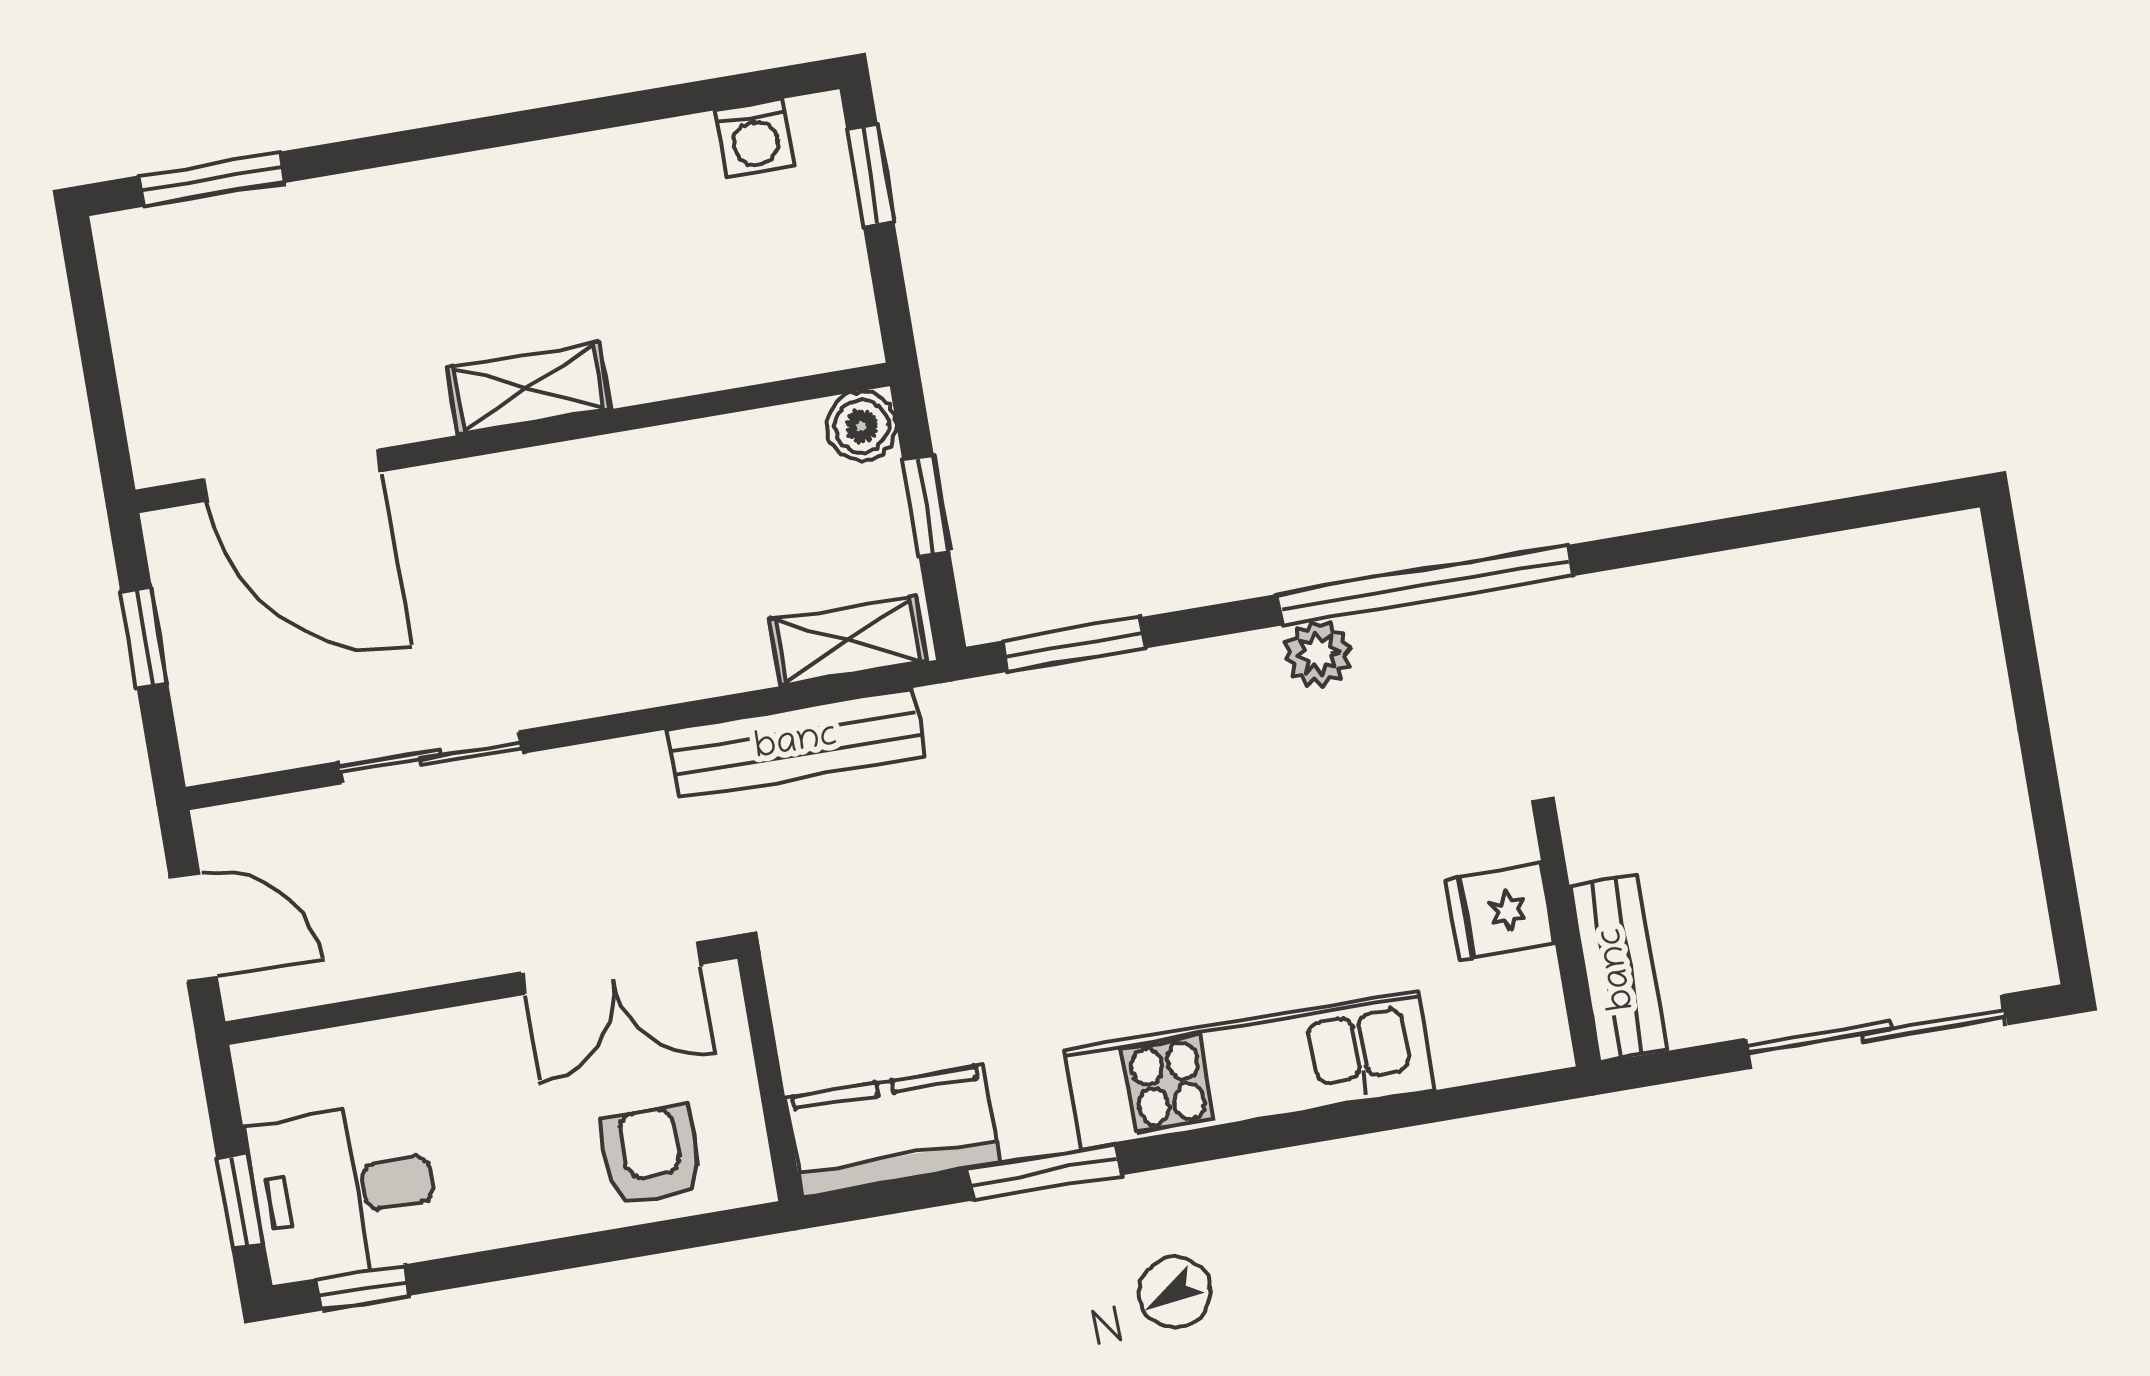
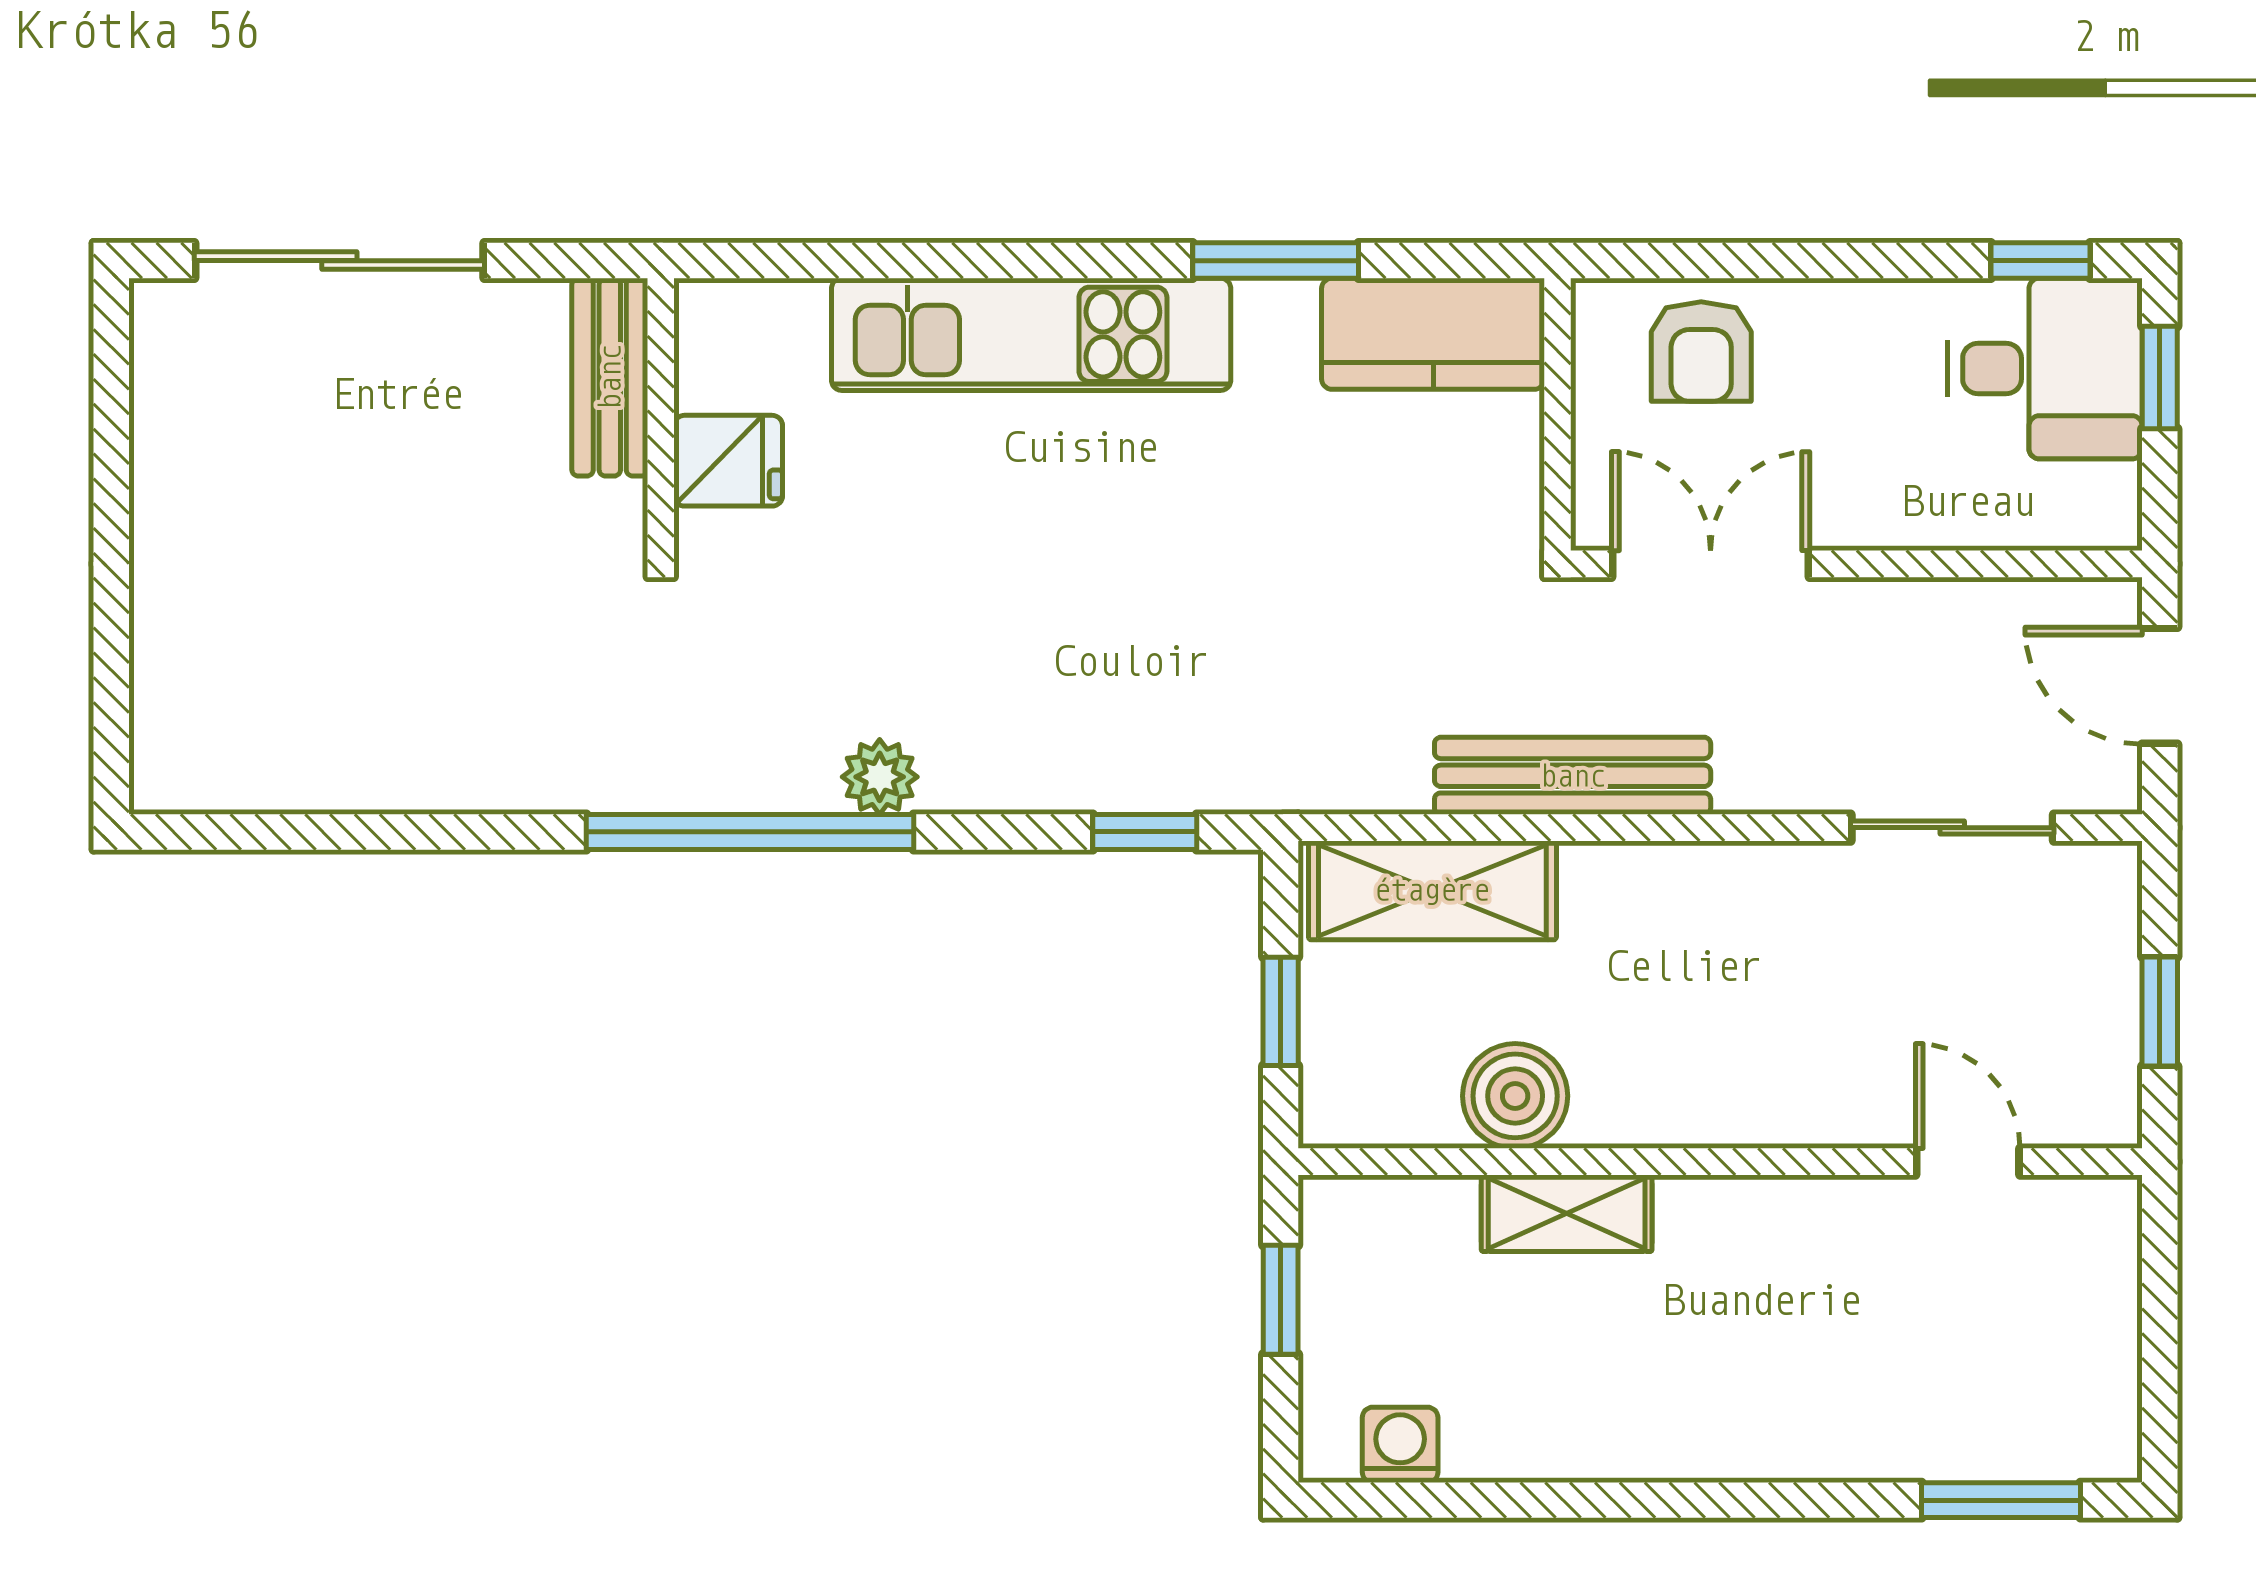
window: (870, 175) -> (1281, 1300), moved
shelving: (528, 388) -> (1567, 1213), moved
boiler: (861, 426) -> (1515, 1096), moved, width x1.36, depth x1.36
door: (292, 475) -> (1968, 1162), width x0.53
shelving: (848, 641) -> (1432, 890), width x1.50, depth x1.33
window: (1074, 645) -> (1145, 832), width x0.67
bench: (796, 743) -> (1573, 776), moved
sliding door: (430, 757) -> (1952, 828), moved

